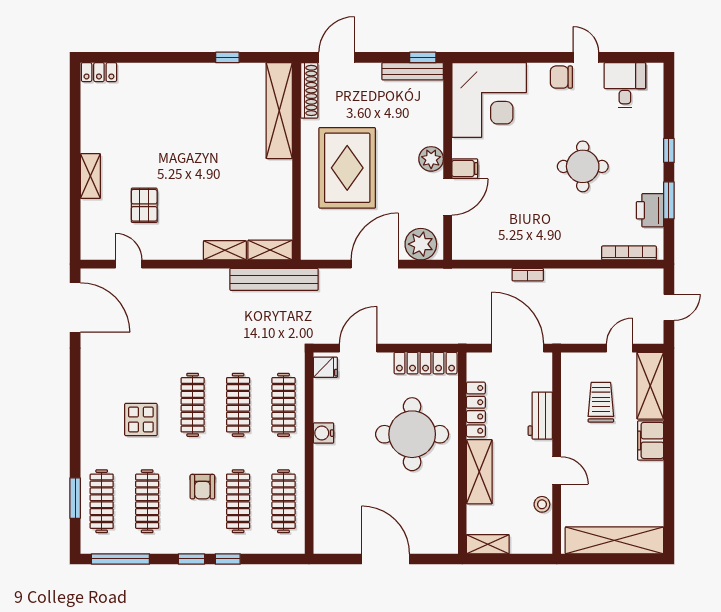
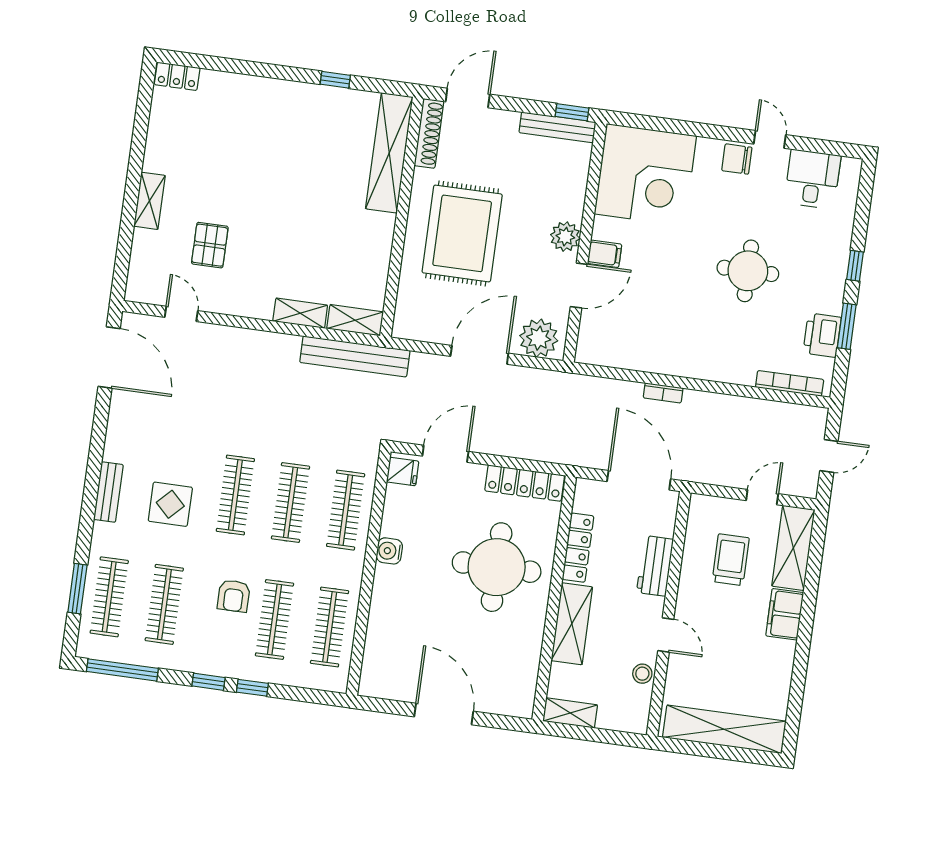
bench: (89, 416) -> (108, 492), added

